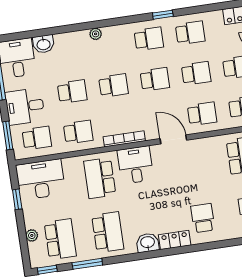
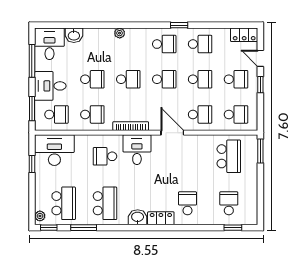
school desk: (100, 178) -> (105, 156), width x0.54
plant: (32, 235) -> (40, 216), moved

